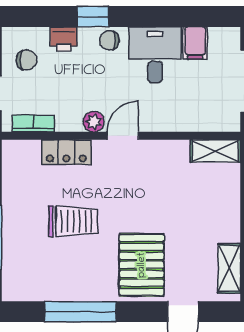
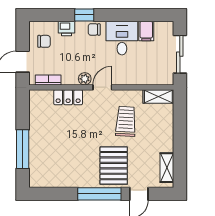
trolley: (73, 221) -> (126, 121), moved, turned -87
window: (80, 312) -> (99, 194), moved

